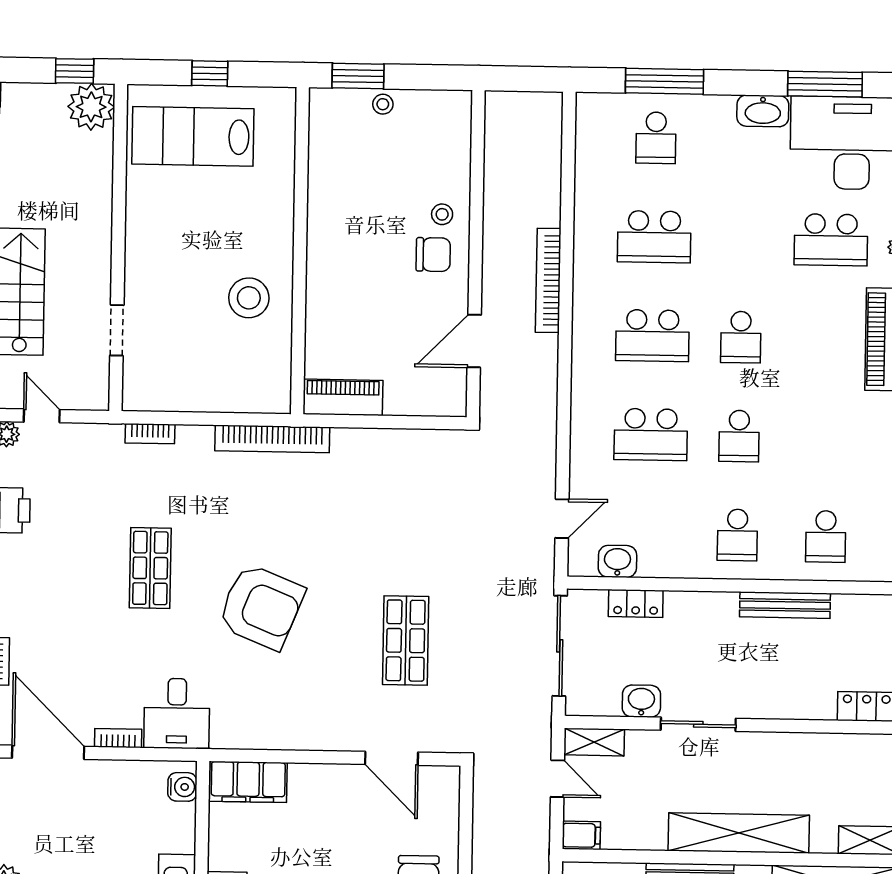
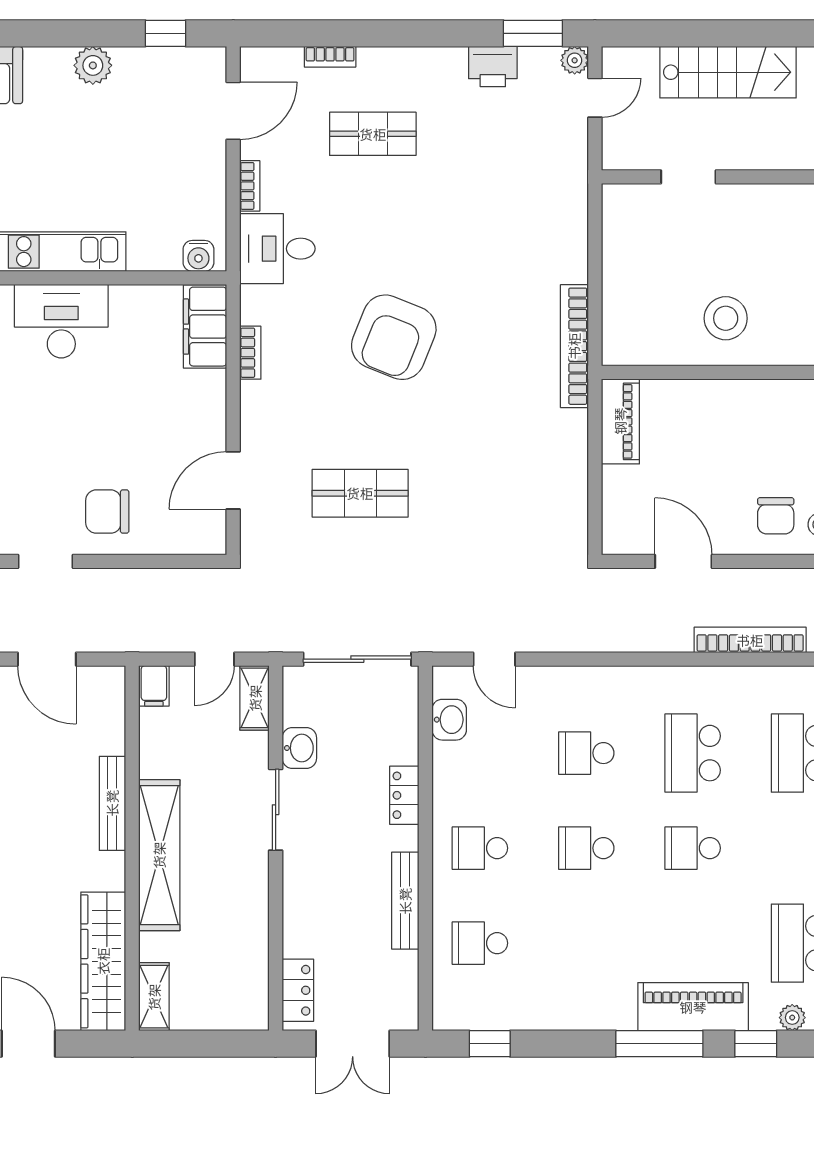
bookcase: (150, 434) -> (250, 353), moved, turned 180
school desk: (651, 435) -> (586, 753), width x0.54
shop shelf: (150, 568) -> (373, 134), moved
locker: (636, 603) -> (404, 795), moved
door: (48, 752) -> (233, 111), width x0.73

